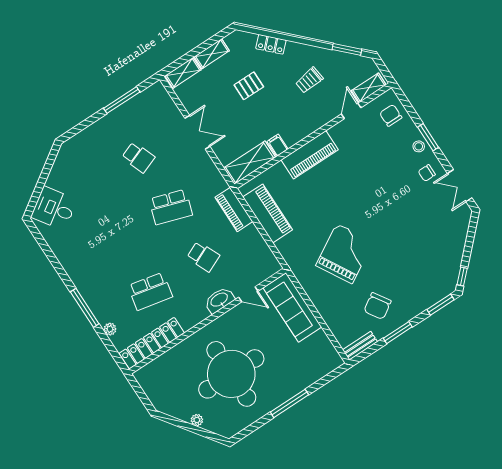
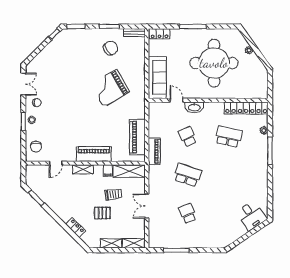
trolley: (309, 80) -> (113, 194), moved
shelving: (369, 88) -> (83, 169), moved
locker: (326, 366) -> (160, 34), added

